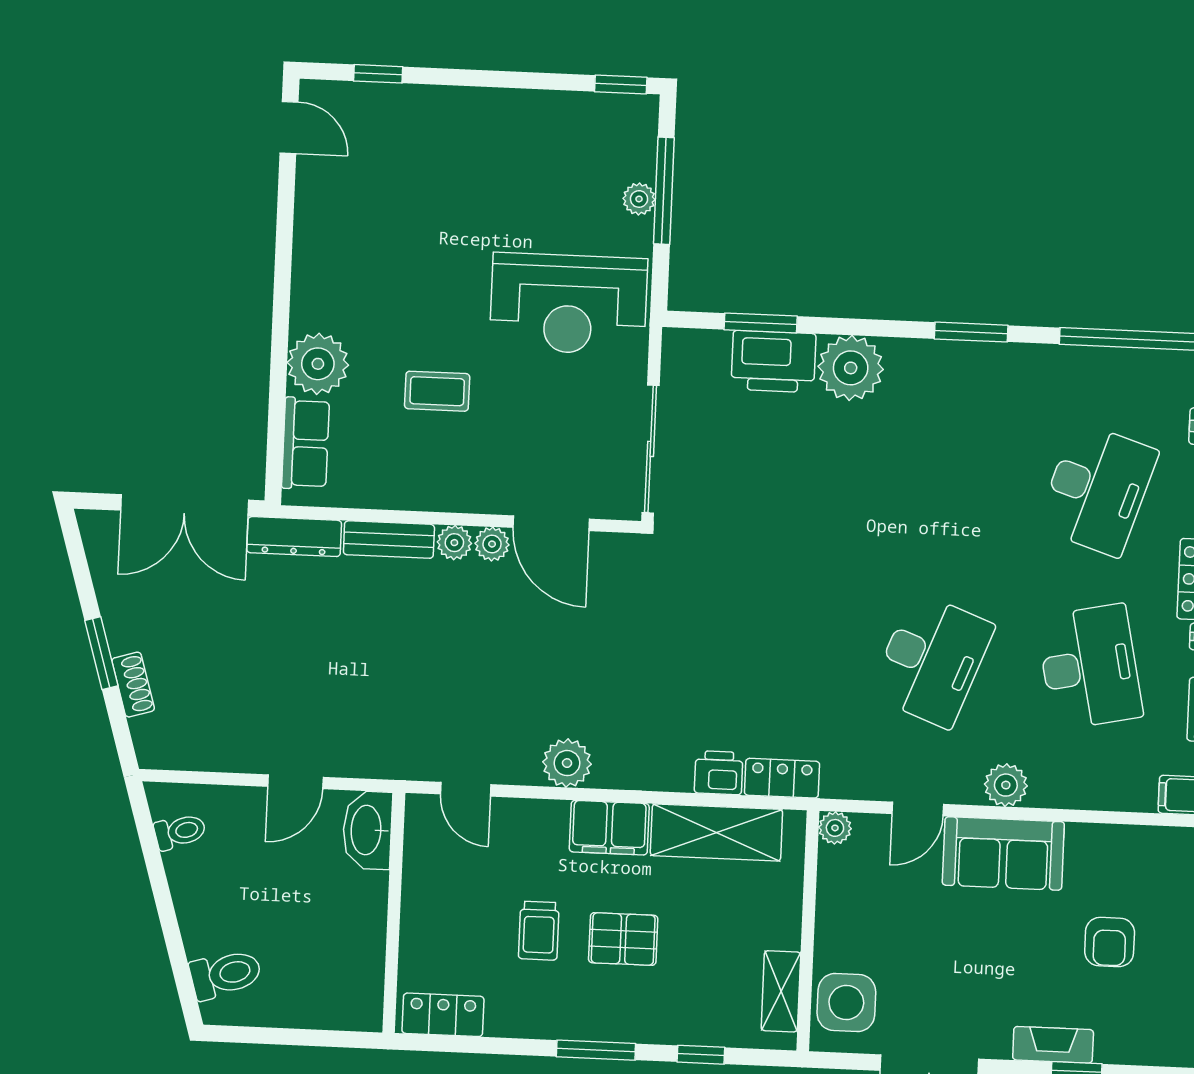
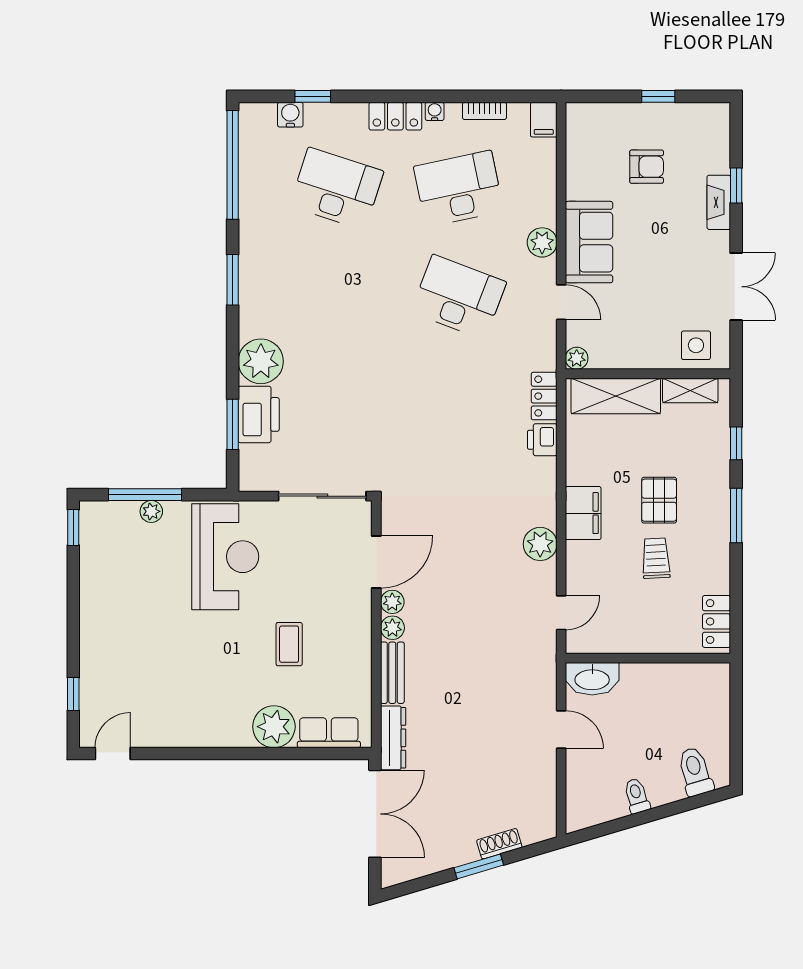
toilet: (180, 832) -> (637, 796), moved
shelving: (716, 833) -> (616, 396), moved, turned 90
trolley: (539, 931) -> (656, 558), turned -93
side table: (846, 1003) -> (696, 345), width x0.73, depth x0.73

